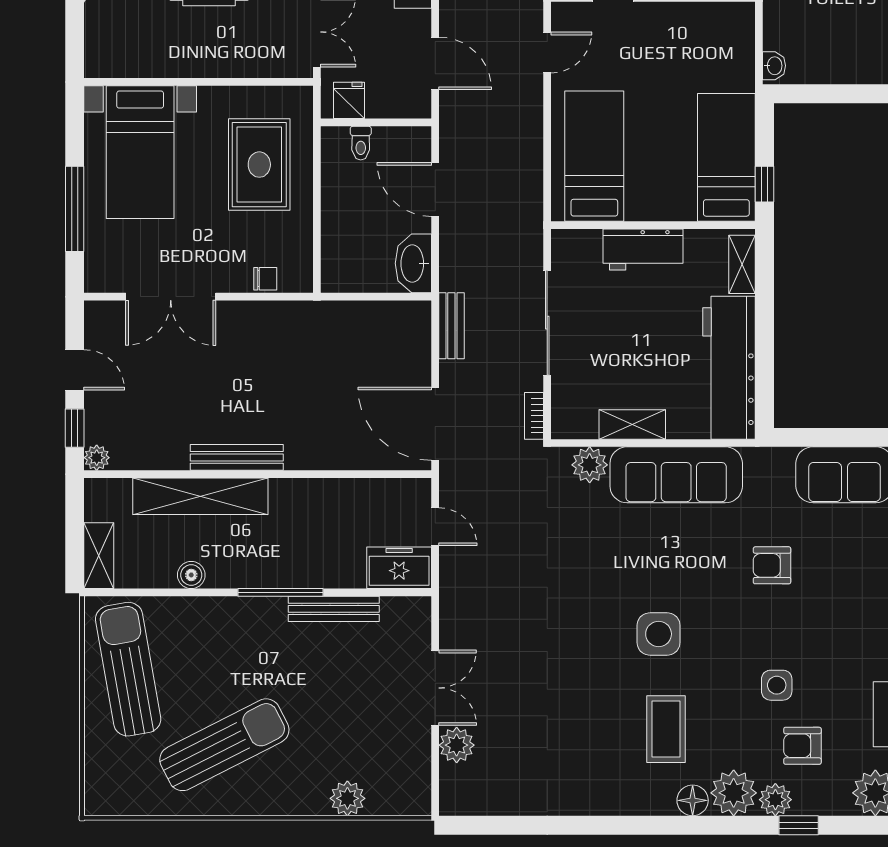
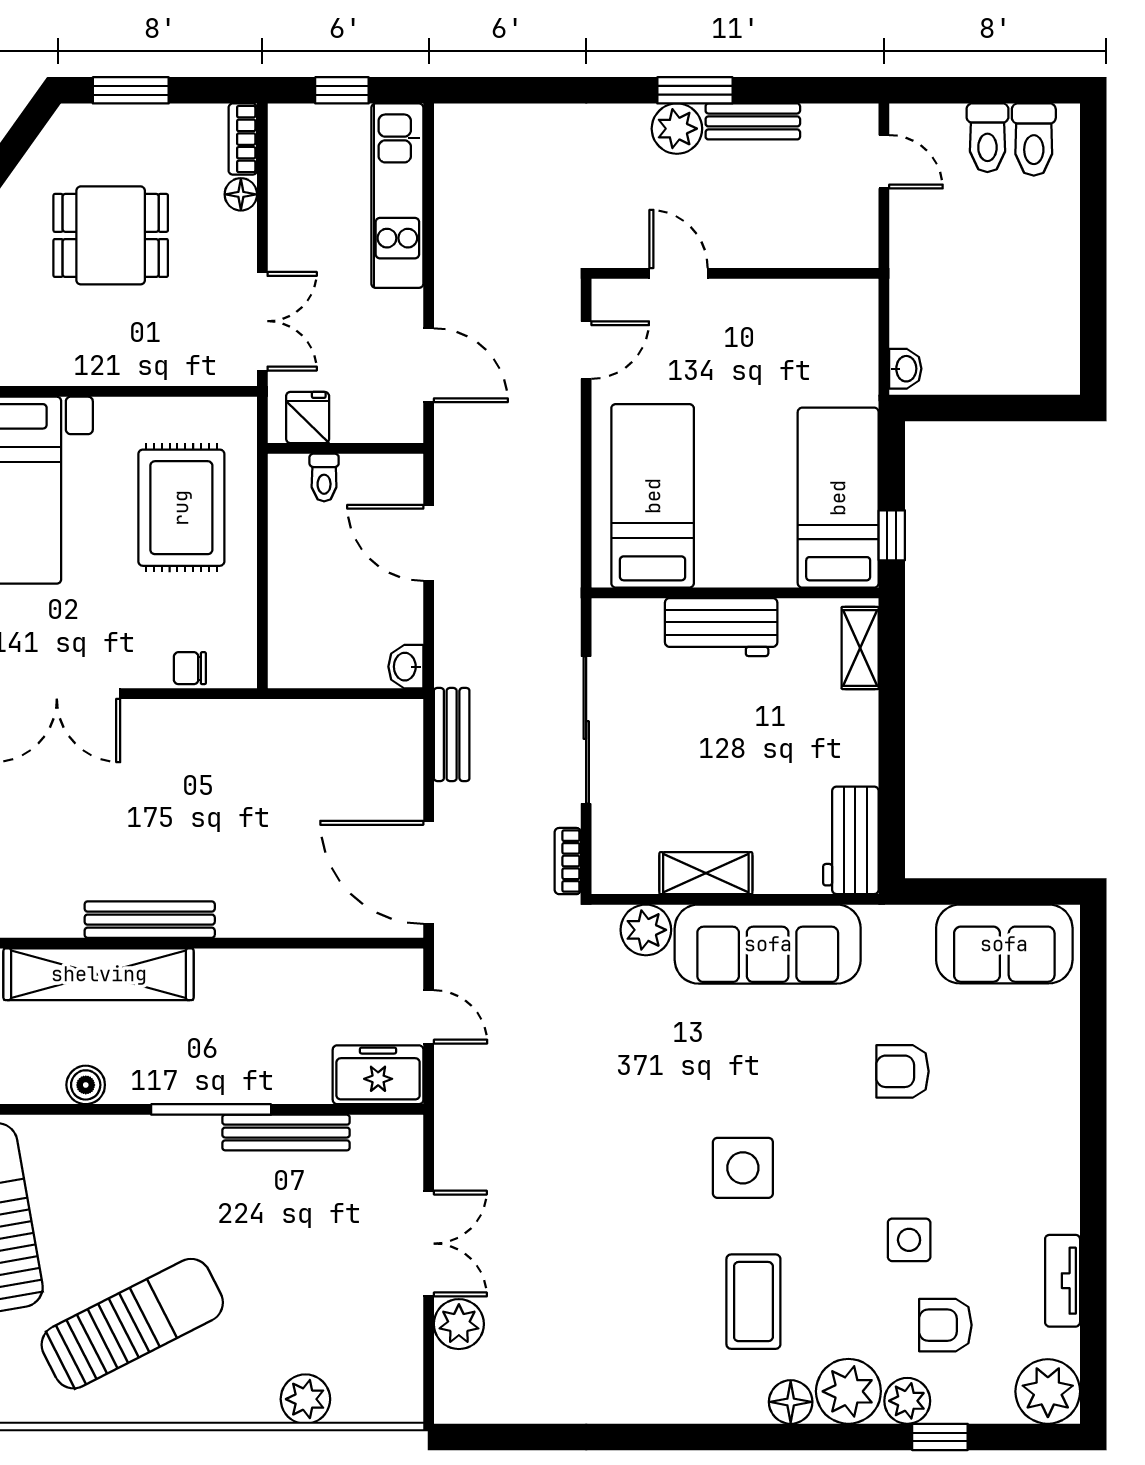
washbasin: (413, 263) -> (406, 667), width x0.52, depth x0.69
chair: (265, 279) -> (190, 668), turned 180
workbench: (729, 368) -> (851, 840), width x0.53, depth x0.76

